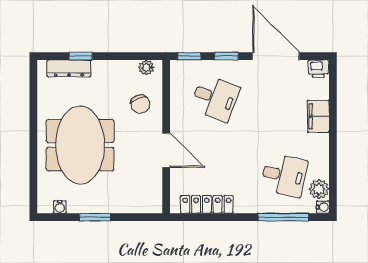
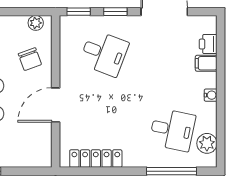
printer: (318, 69) -> (208, 44), moved, turned 90
filing cabinet: (318, 116) -> (206, 63), width x0.50
door: (166, 150) -> (56, 105), swing flipped
water cooler: (323, 207) -> (211, 95), moved

